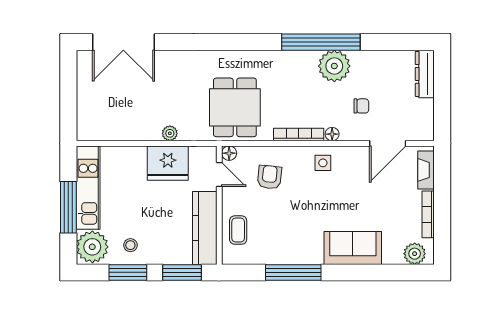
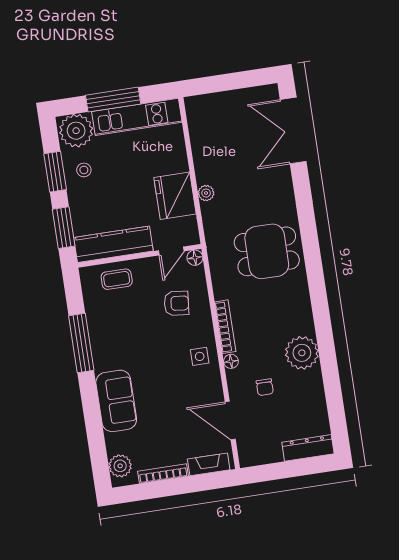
window: (321, 42) -> (324, 335), removed
dining table: (235, 107) -> (267, 251), moved

